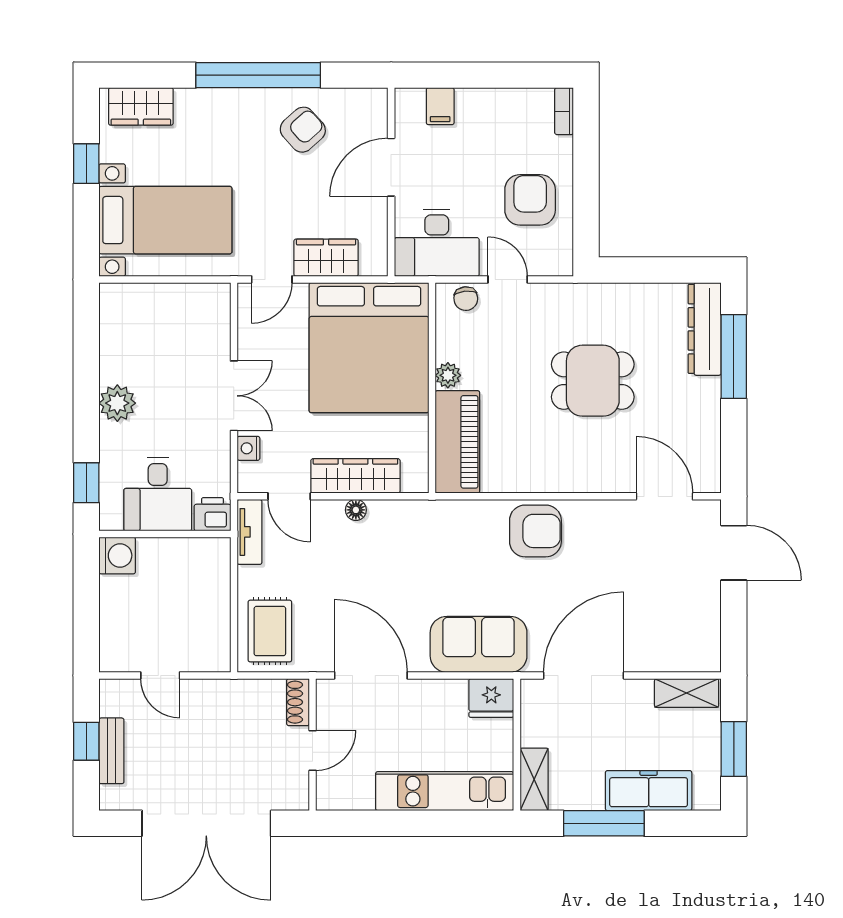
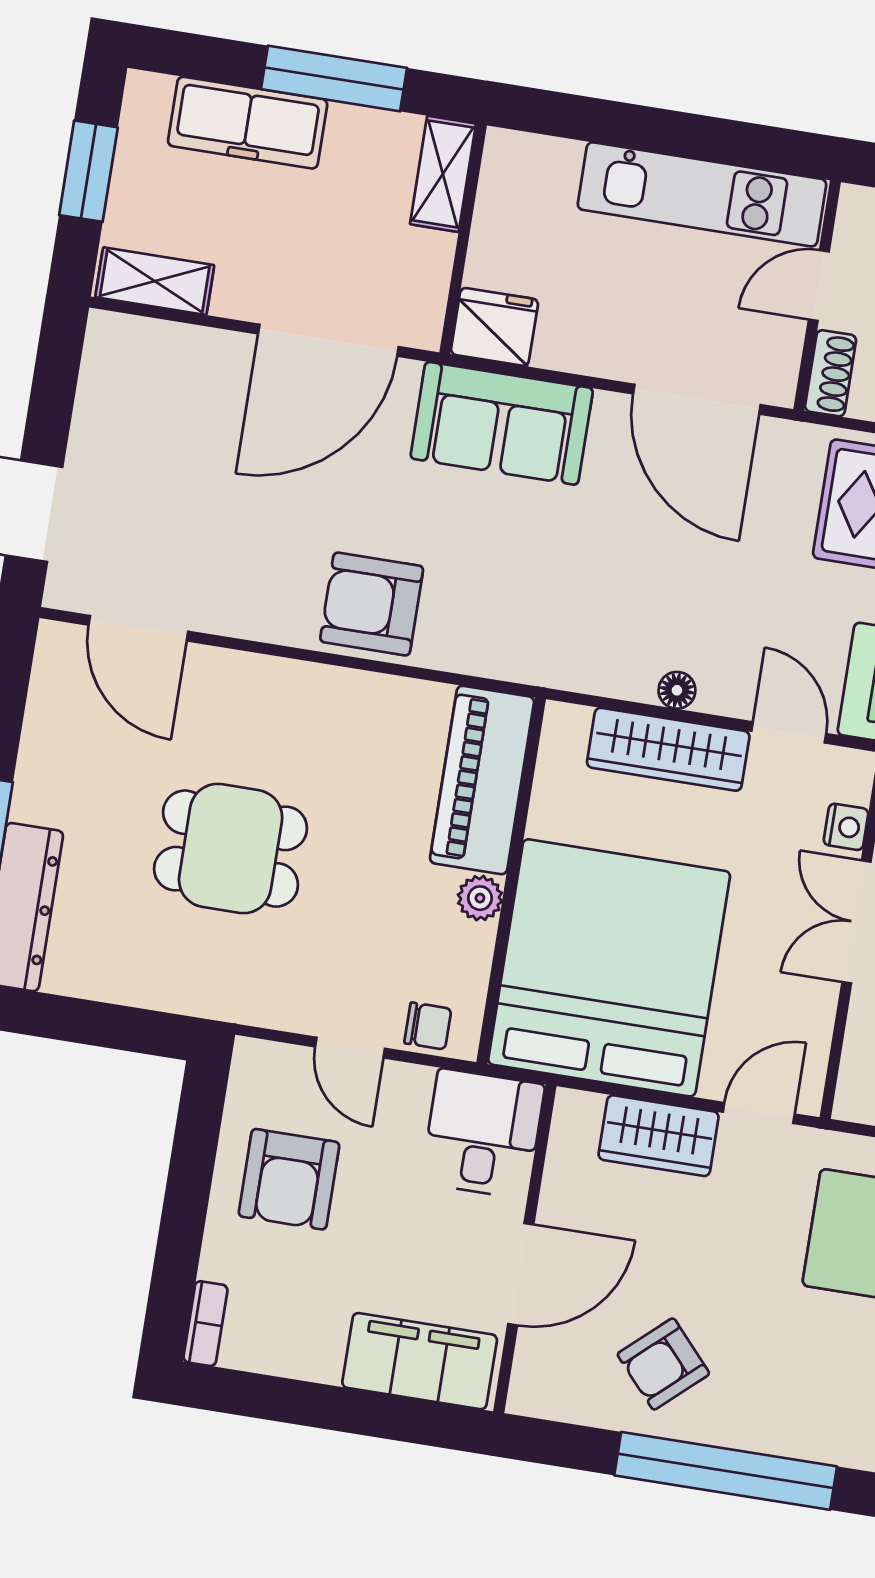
filing cabinet: (440, 106) -> (420, 1361), width x3.00, depth x1.17
desk: (437, 243) -> (483, 1134), width x0.73
chair: (466, 299) -> (428, 1026), turned 96
kitchen unit: (445, 791) -> (702, 194), moved

